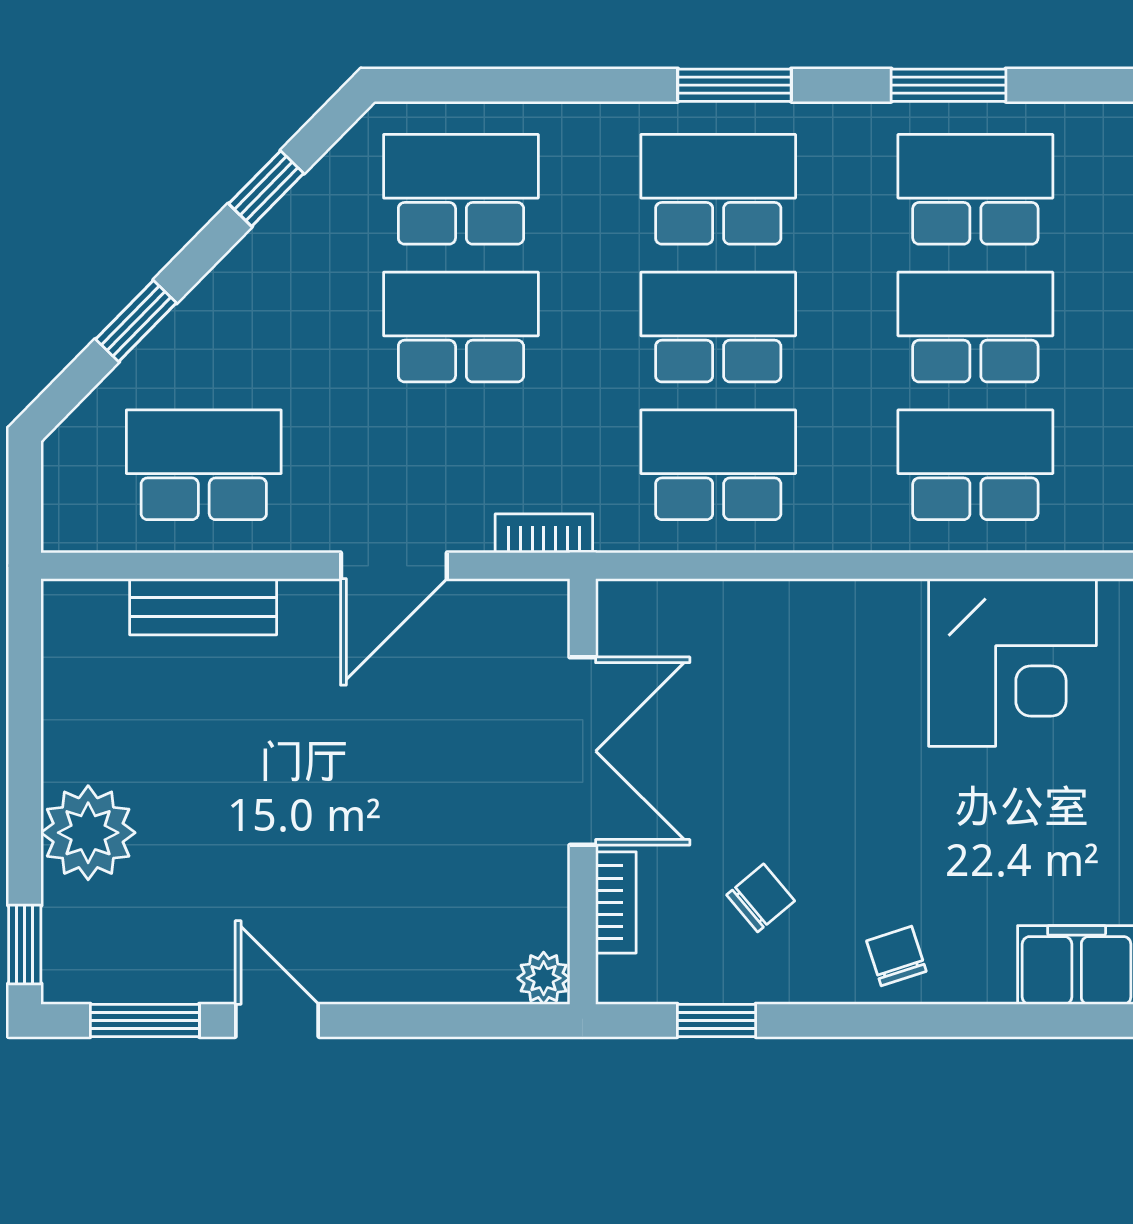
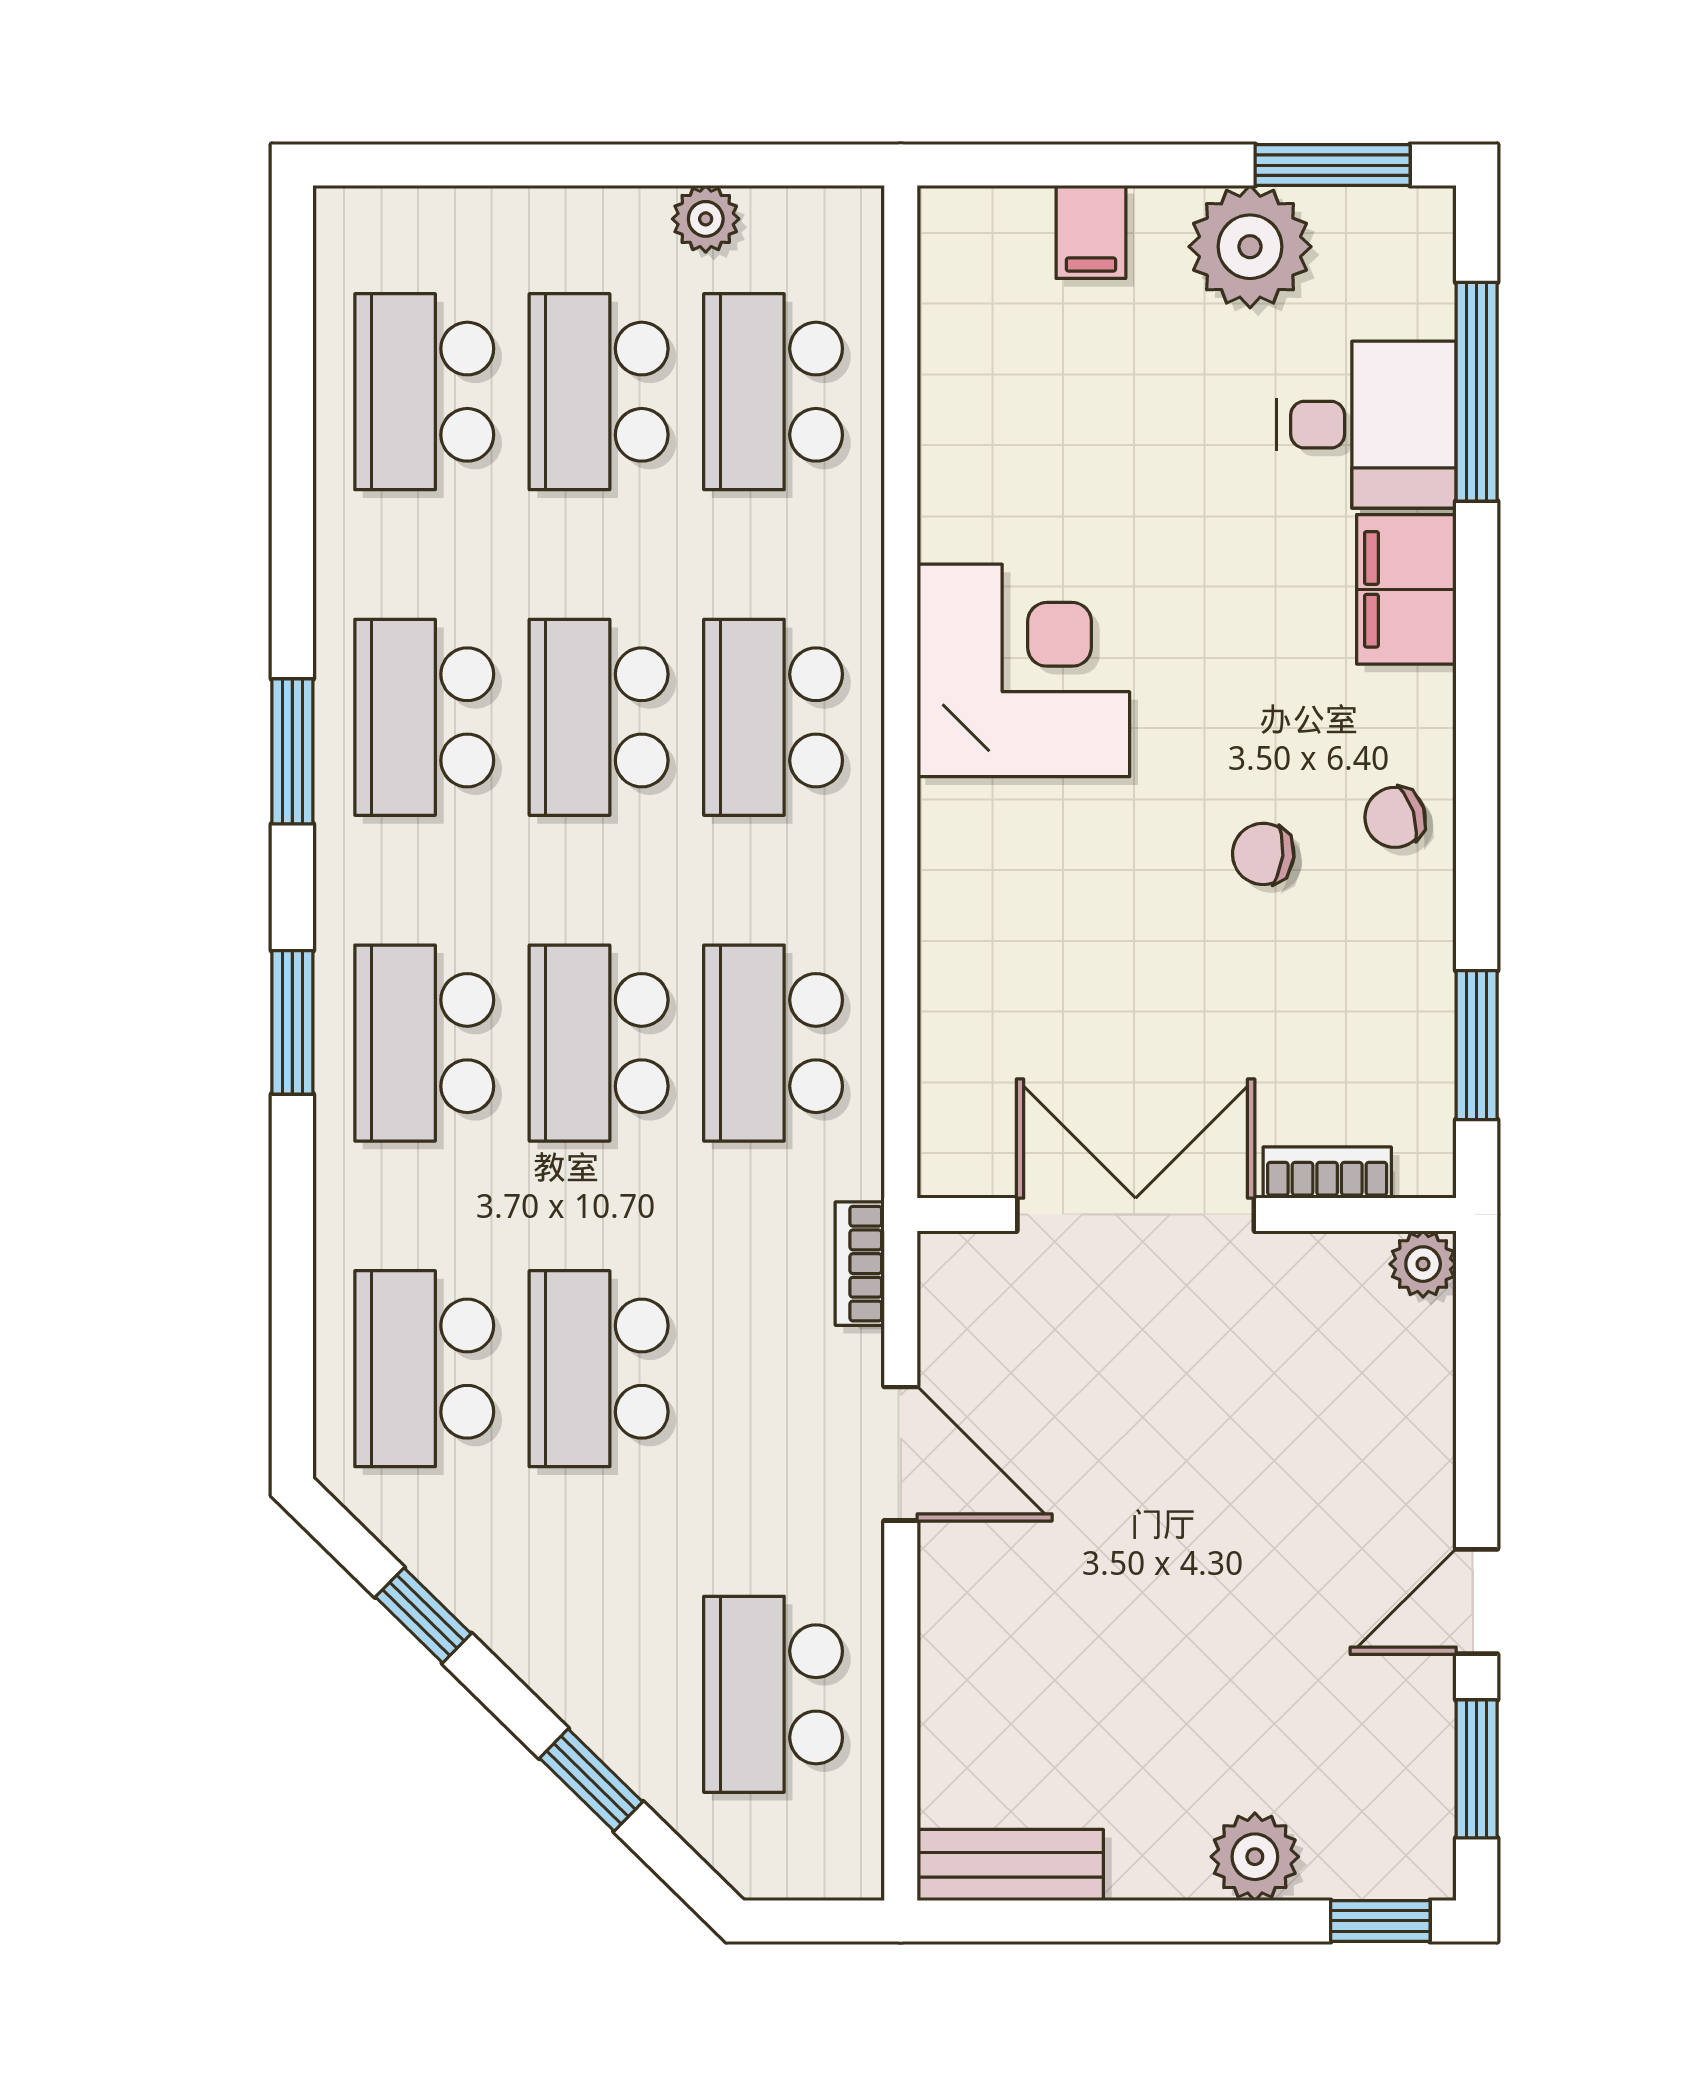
bench: (203, 607) -> (1010, 1865), moved, turned 90
plant: (88, 833) -> (1255, 1857), width x0.73, depth x0.73
chair: (761, 898) -> (1263, 854), moved, turned -44
window: (717, 1020) -> (1477, 1045), width x1.50

